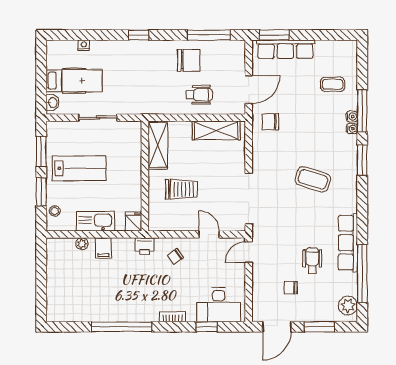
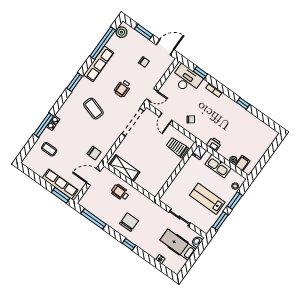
chair: (189, 60) -> (129, 222), moved, turned 90
shelving: (158, 145) -> (159, 182), removed
window: (362, 160) -> (75, 82), moved
trolley: (182, 189) -> (177, 147), moved
printer: (144, 246) -> (214, 144), moved
filing cabinet: (103, 248) -> (242, 163), moved
wheelchair: (312, 261) -> (123, 88), moved
window: (122, 327) -> (243, 103), width x0.32

